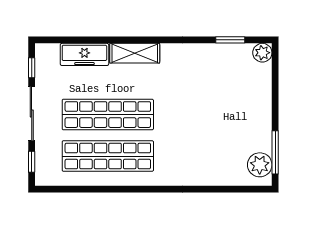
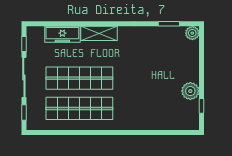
window: (275, 152) -> (202, 106), width x0.46
plant: (260, 165) -> (190, 91), moved

